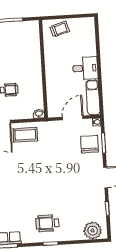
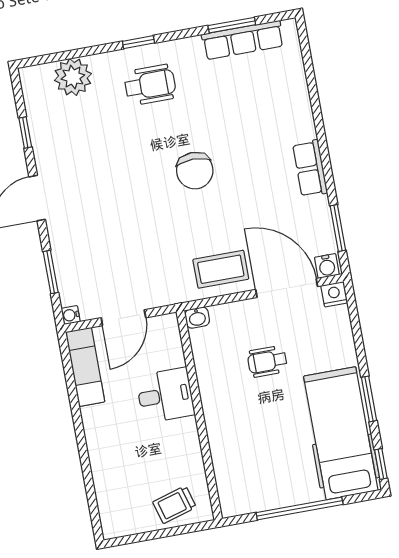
desk: (85, 68) -> (165, 395), moved, turned 180
chair: (90, 144) -> (195, 171), moved
plant: (93, 231) -> (73, 77), moved

